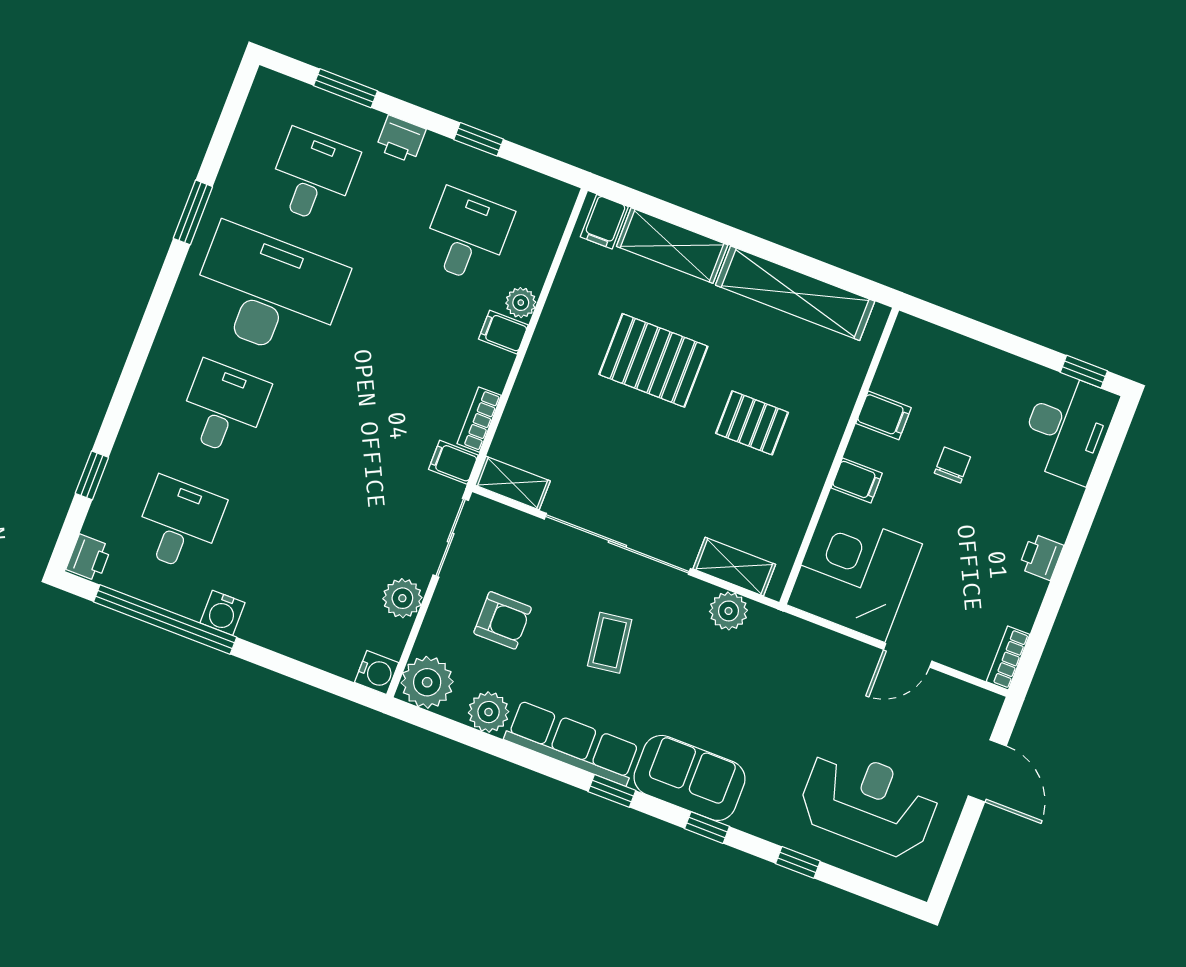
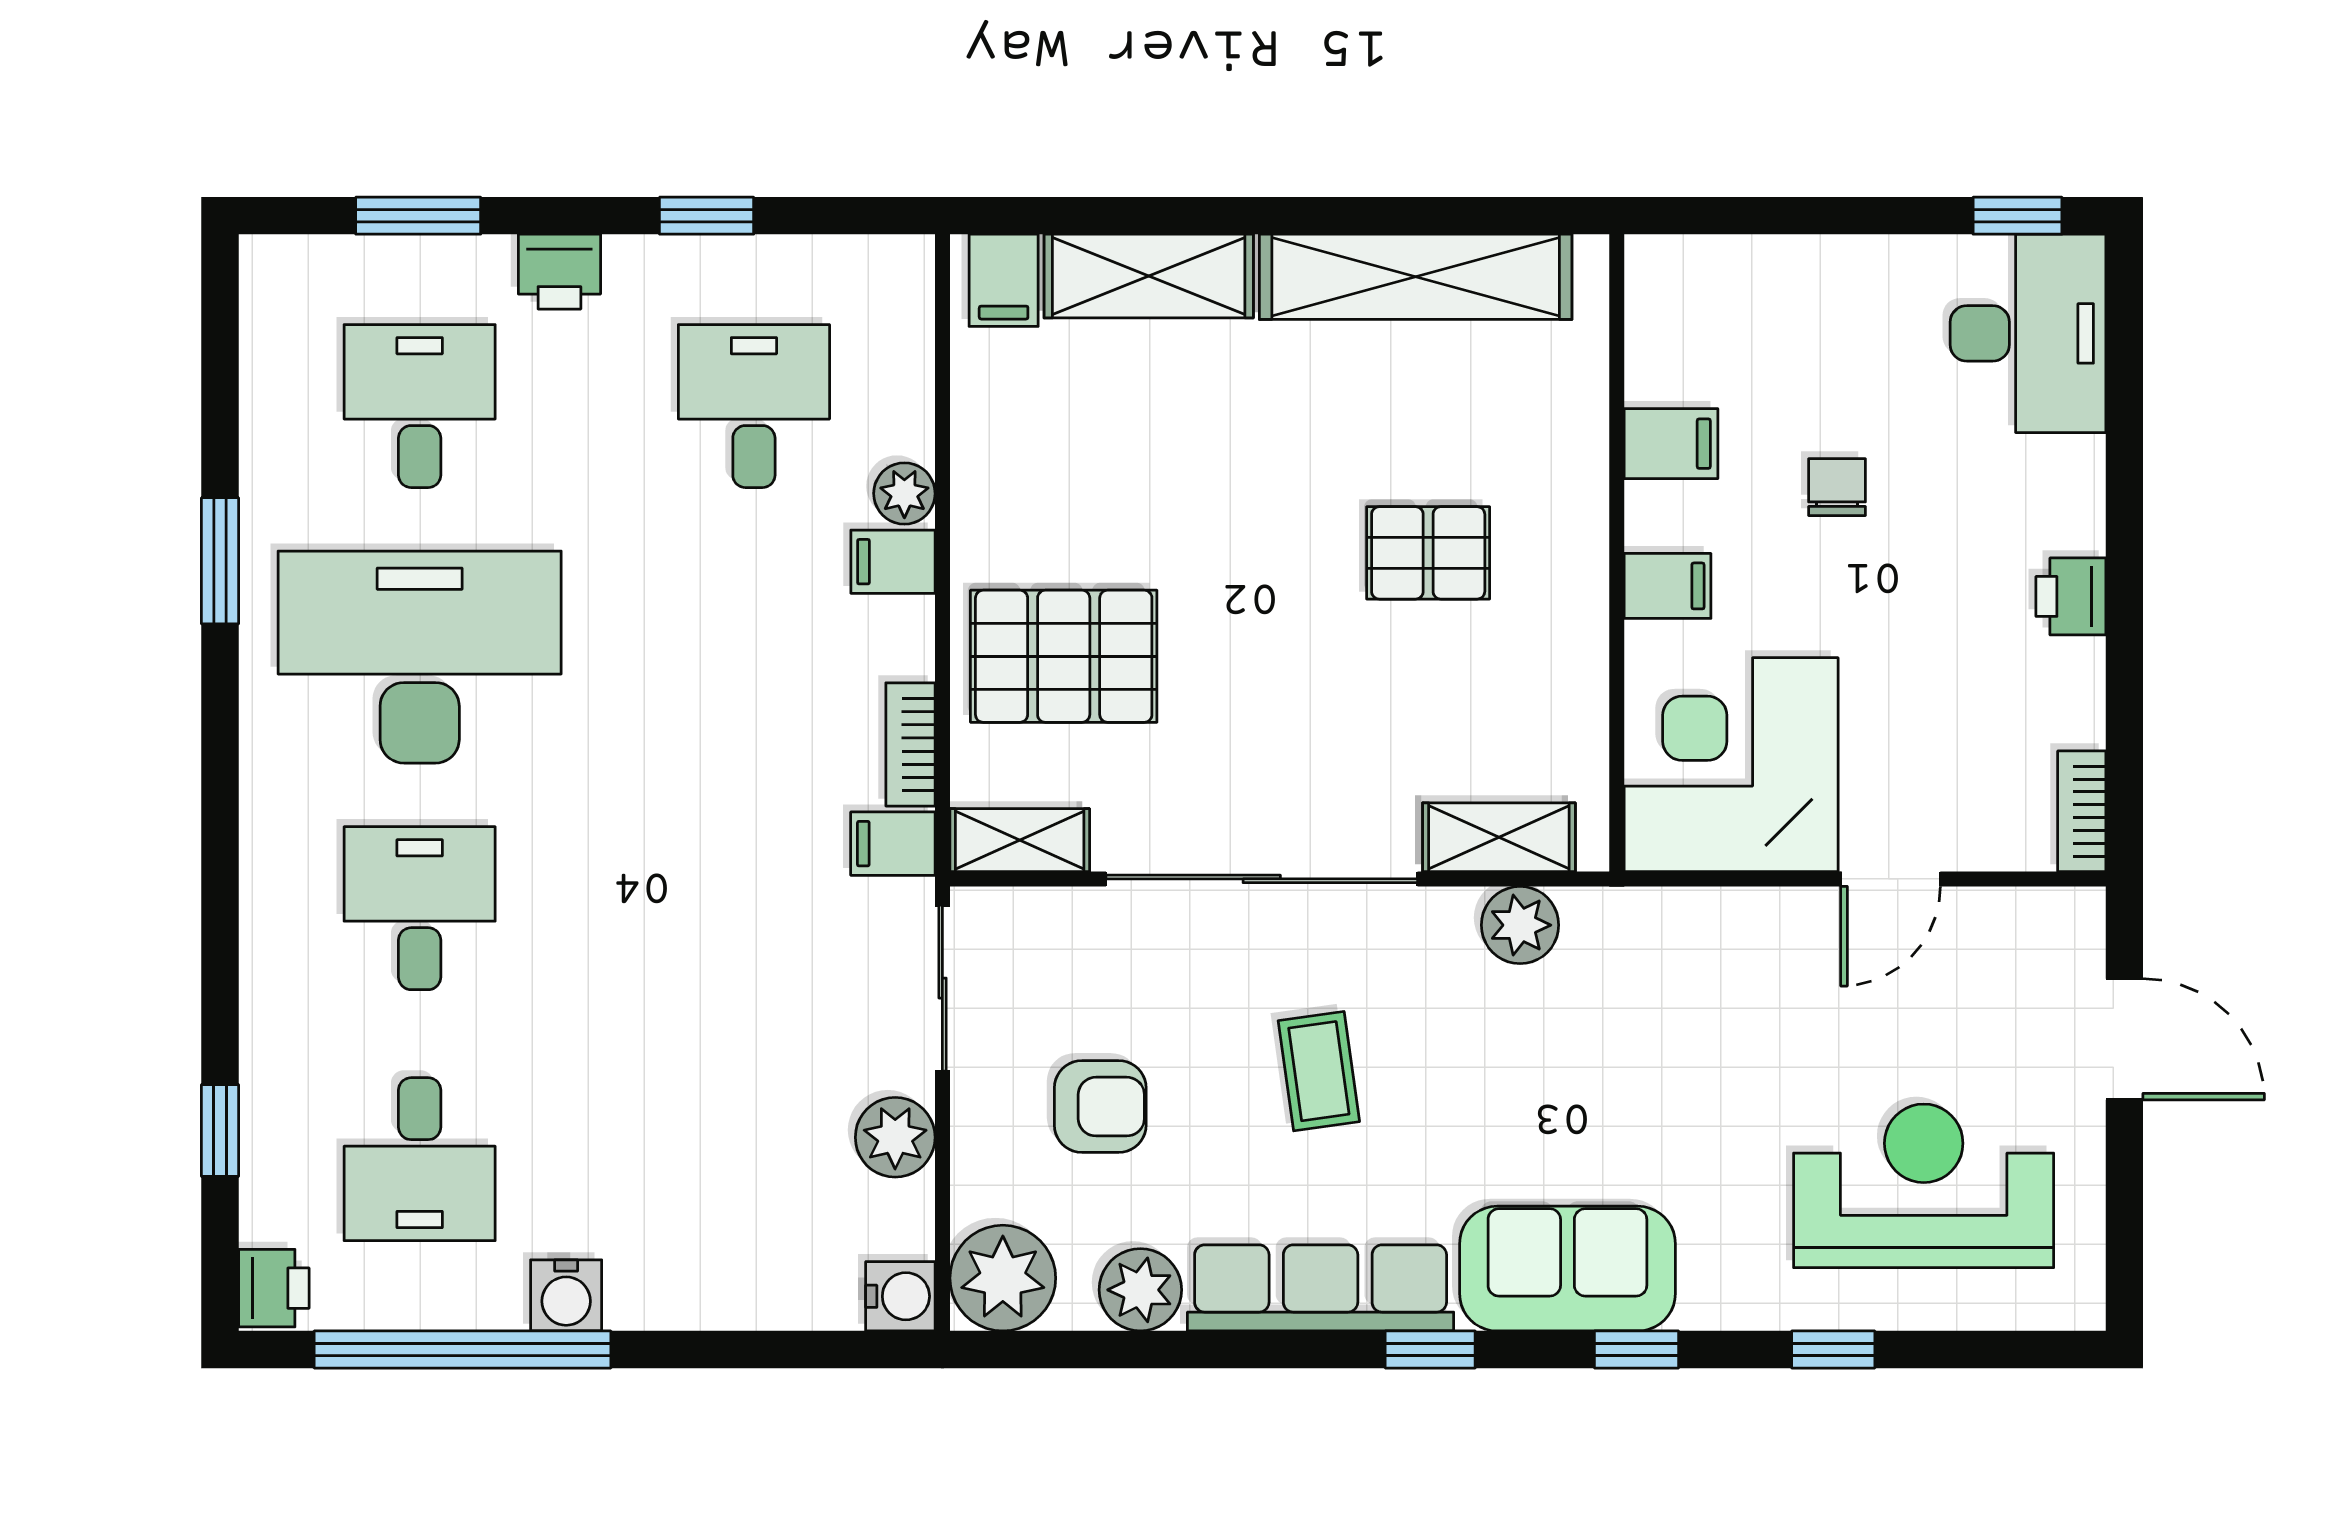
pallet: (653, 360) -> (1064, 656), moved
desk: (179, 524) -> (420, 1159), turned 180

